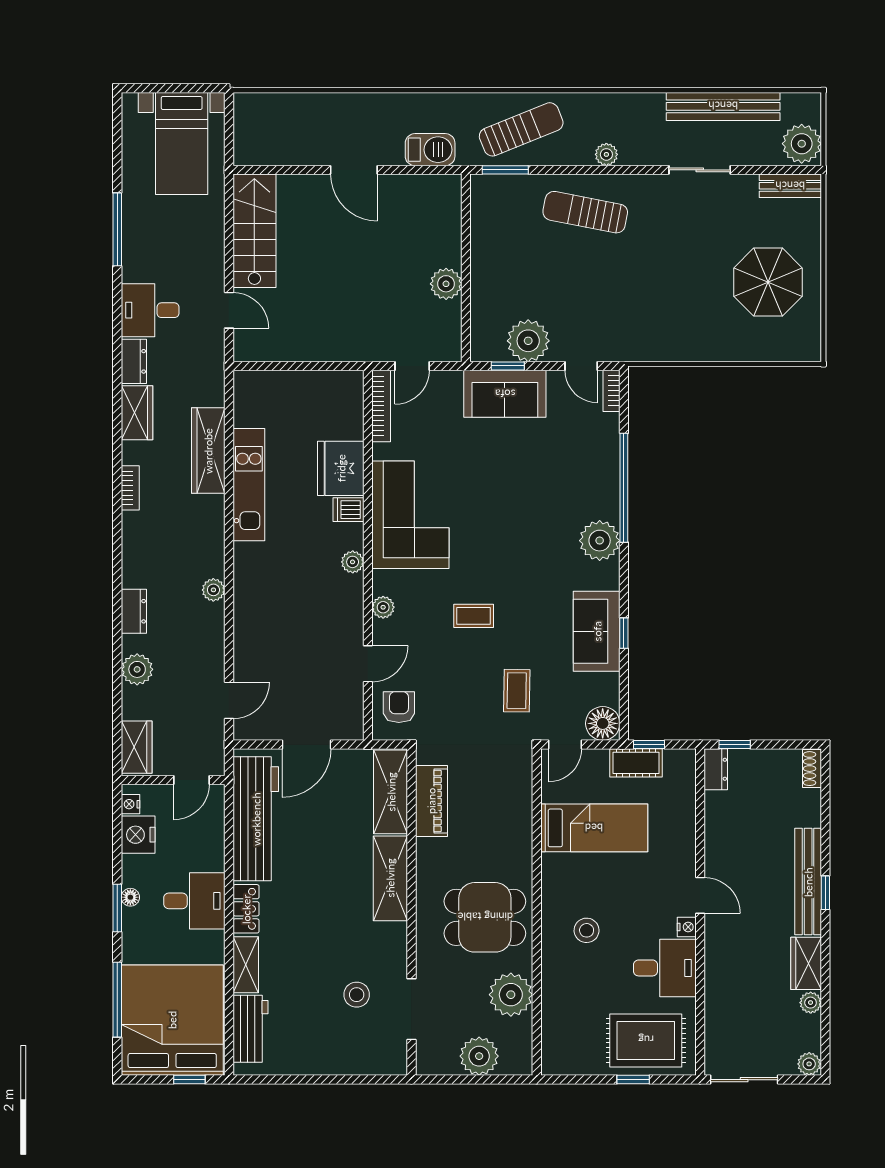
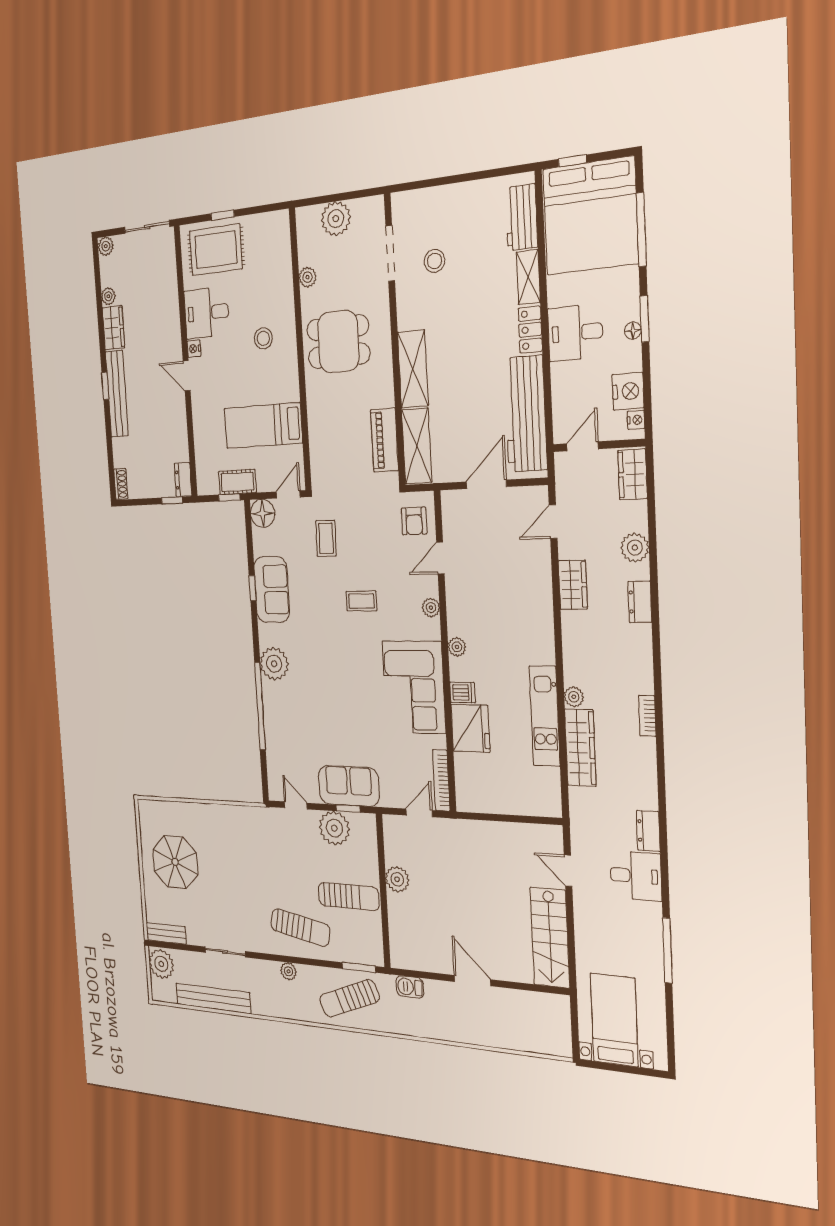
barbecue: (430, 150) -> (410, 987), width x0.73, depth x0.79
sun lounger: (514, 257) -> (349, 896), added
bookcase: (611, 391) -> (273, 784), removed
wardrobe: (137, 413) -> (573, 585), moved, turned 180
plant: (213, 590) -> (574, 697), moved
plant: (511, 995) -> (308, 277), width x0.53, depth x0.53

